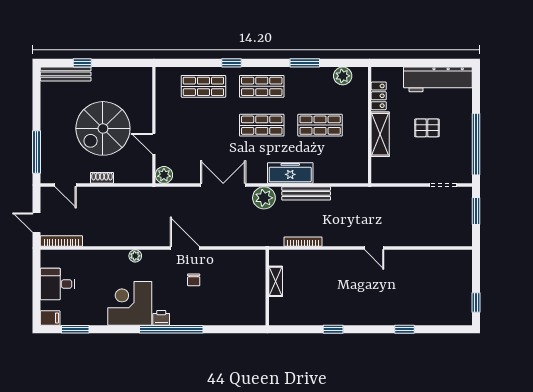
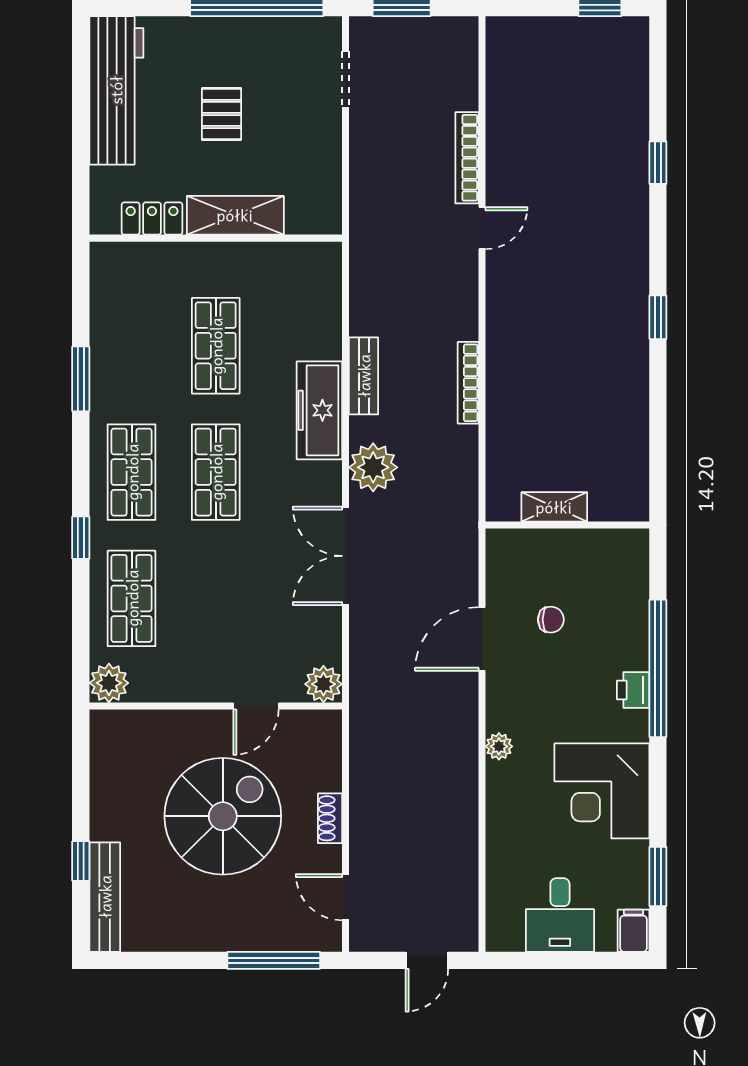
plant: (343, 76) -> (109, 683), moved
spiral stairs: (103, 128) -> (223, 816), turned -90
door: (66, 185) -> (345, 897), swing flipped
bench: (306, 193) -> (364, 376), width x0.73
bookcase: (61, 241) -> (467, 158), moved
shelving: (276, 281) -> (554, 507), moved
wall: (267, 287) -> (567, 525), moved
corner desk: (130, 303) -> (602, 791), moved

